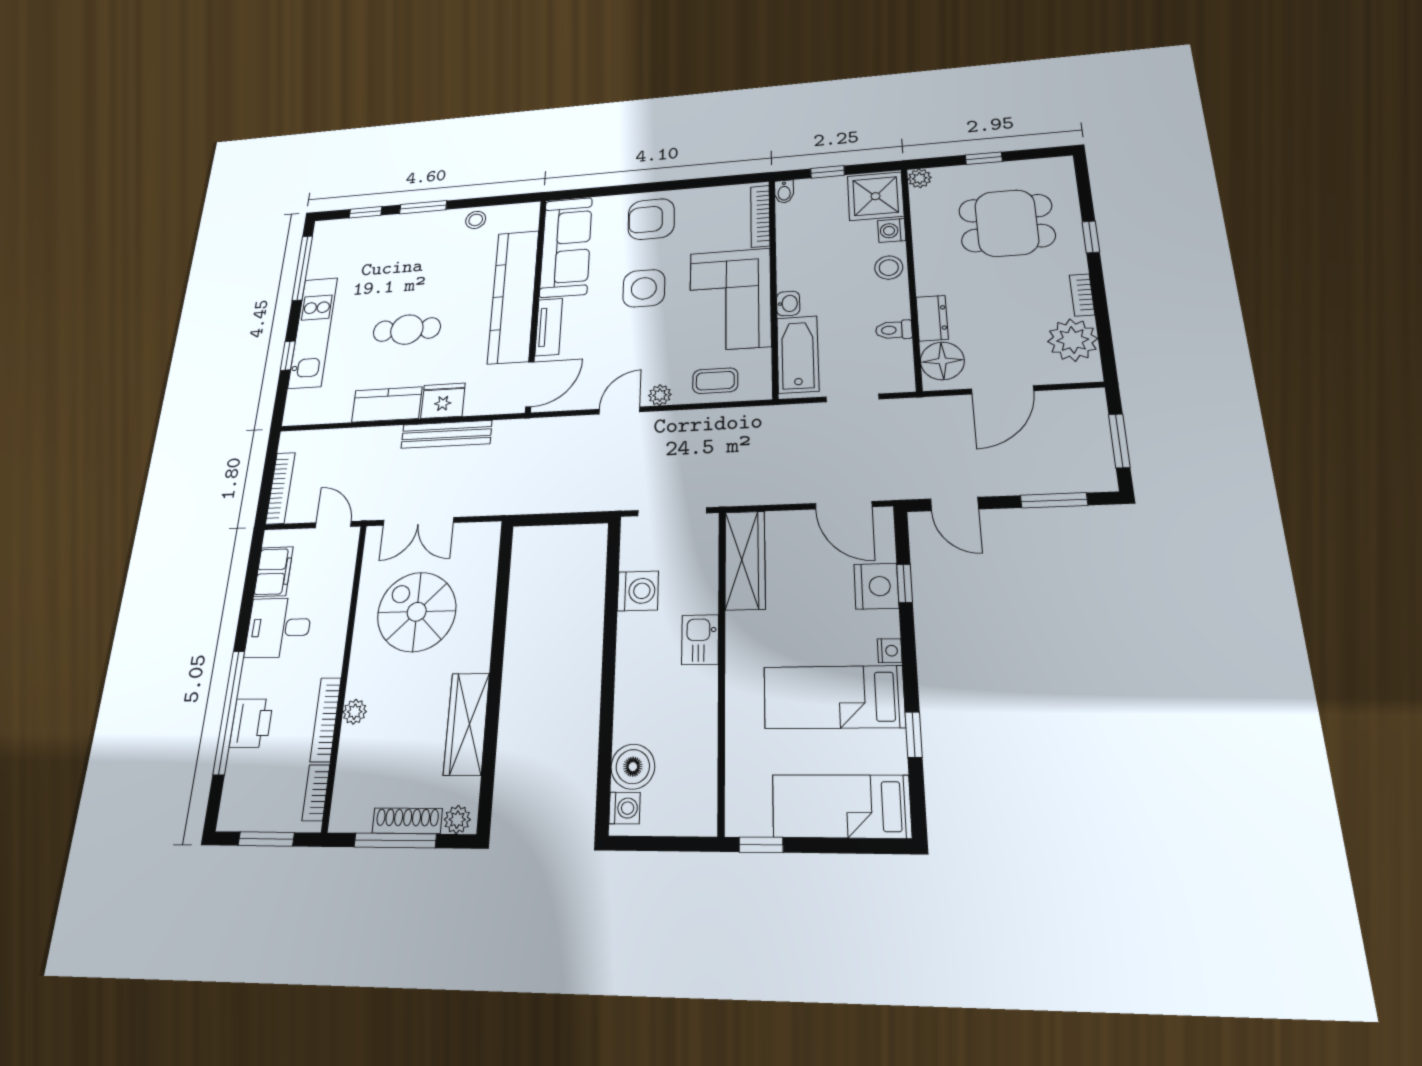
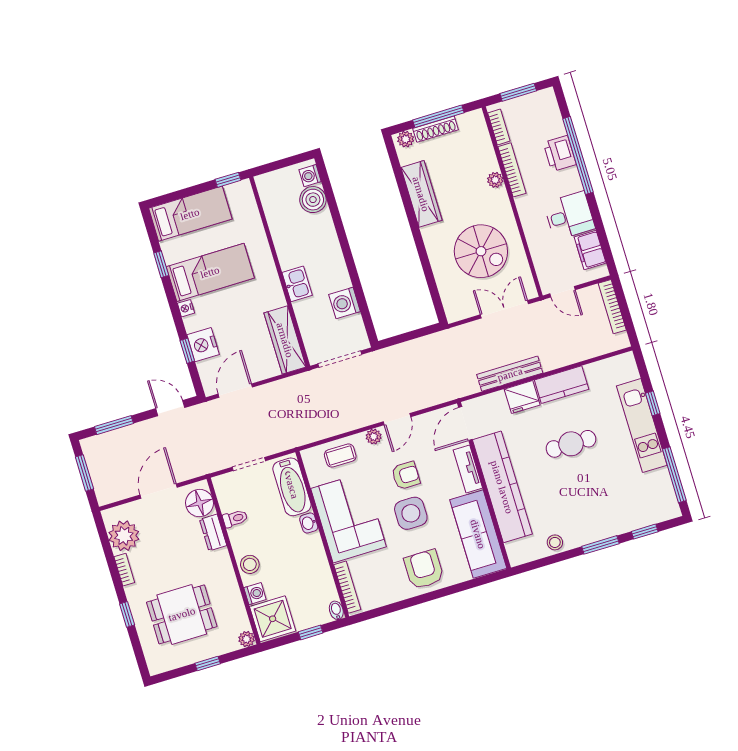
armchair: (651, 219) -> (424, 569), turned -89
armchair: (634, 336) -> (406, 475), added
door: (844, 505) -> (235, 391), hinge flipped

